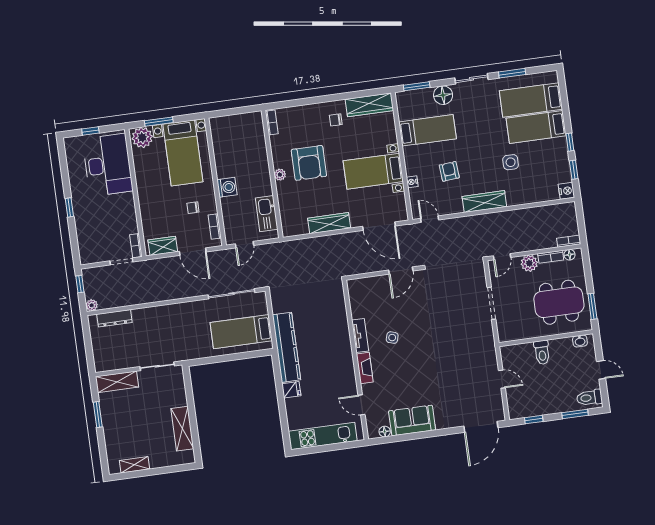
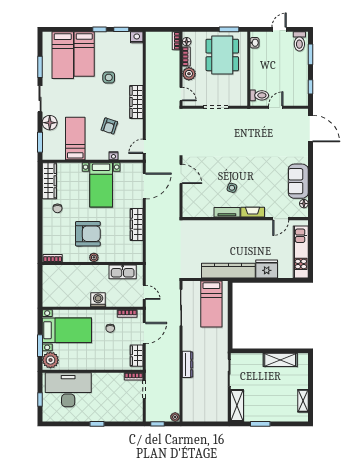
armchair: (449, 171) -> (109, 126), turned -67
dresser: (114, 318) -> (188, 364), moved
toilet: (542, 352) -> (259, 95), moved
fridge: (291, 390) -> (267, 269), width x1.88, depth x1.34

